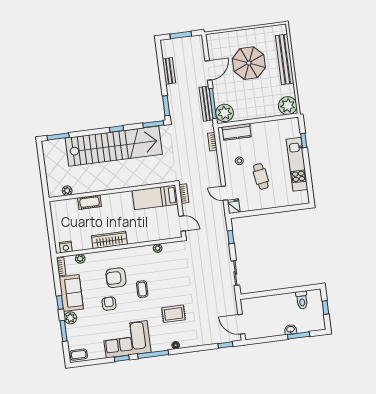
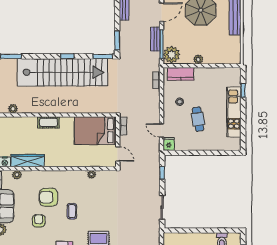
bench: (206, 104) -> (155, 39), width x0.73
plant: (288, 106) -> (198, 59), moved, width x0.53, depth x0.53
bed: (155, 197) -> (95, 131), width x1.50
cot: (90, 202) -> (48, 122), moved
wardrobe: (109, 240) -> (28, 161), moved

